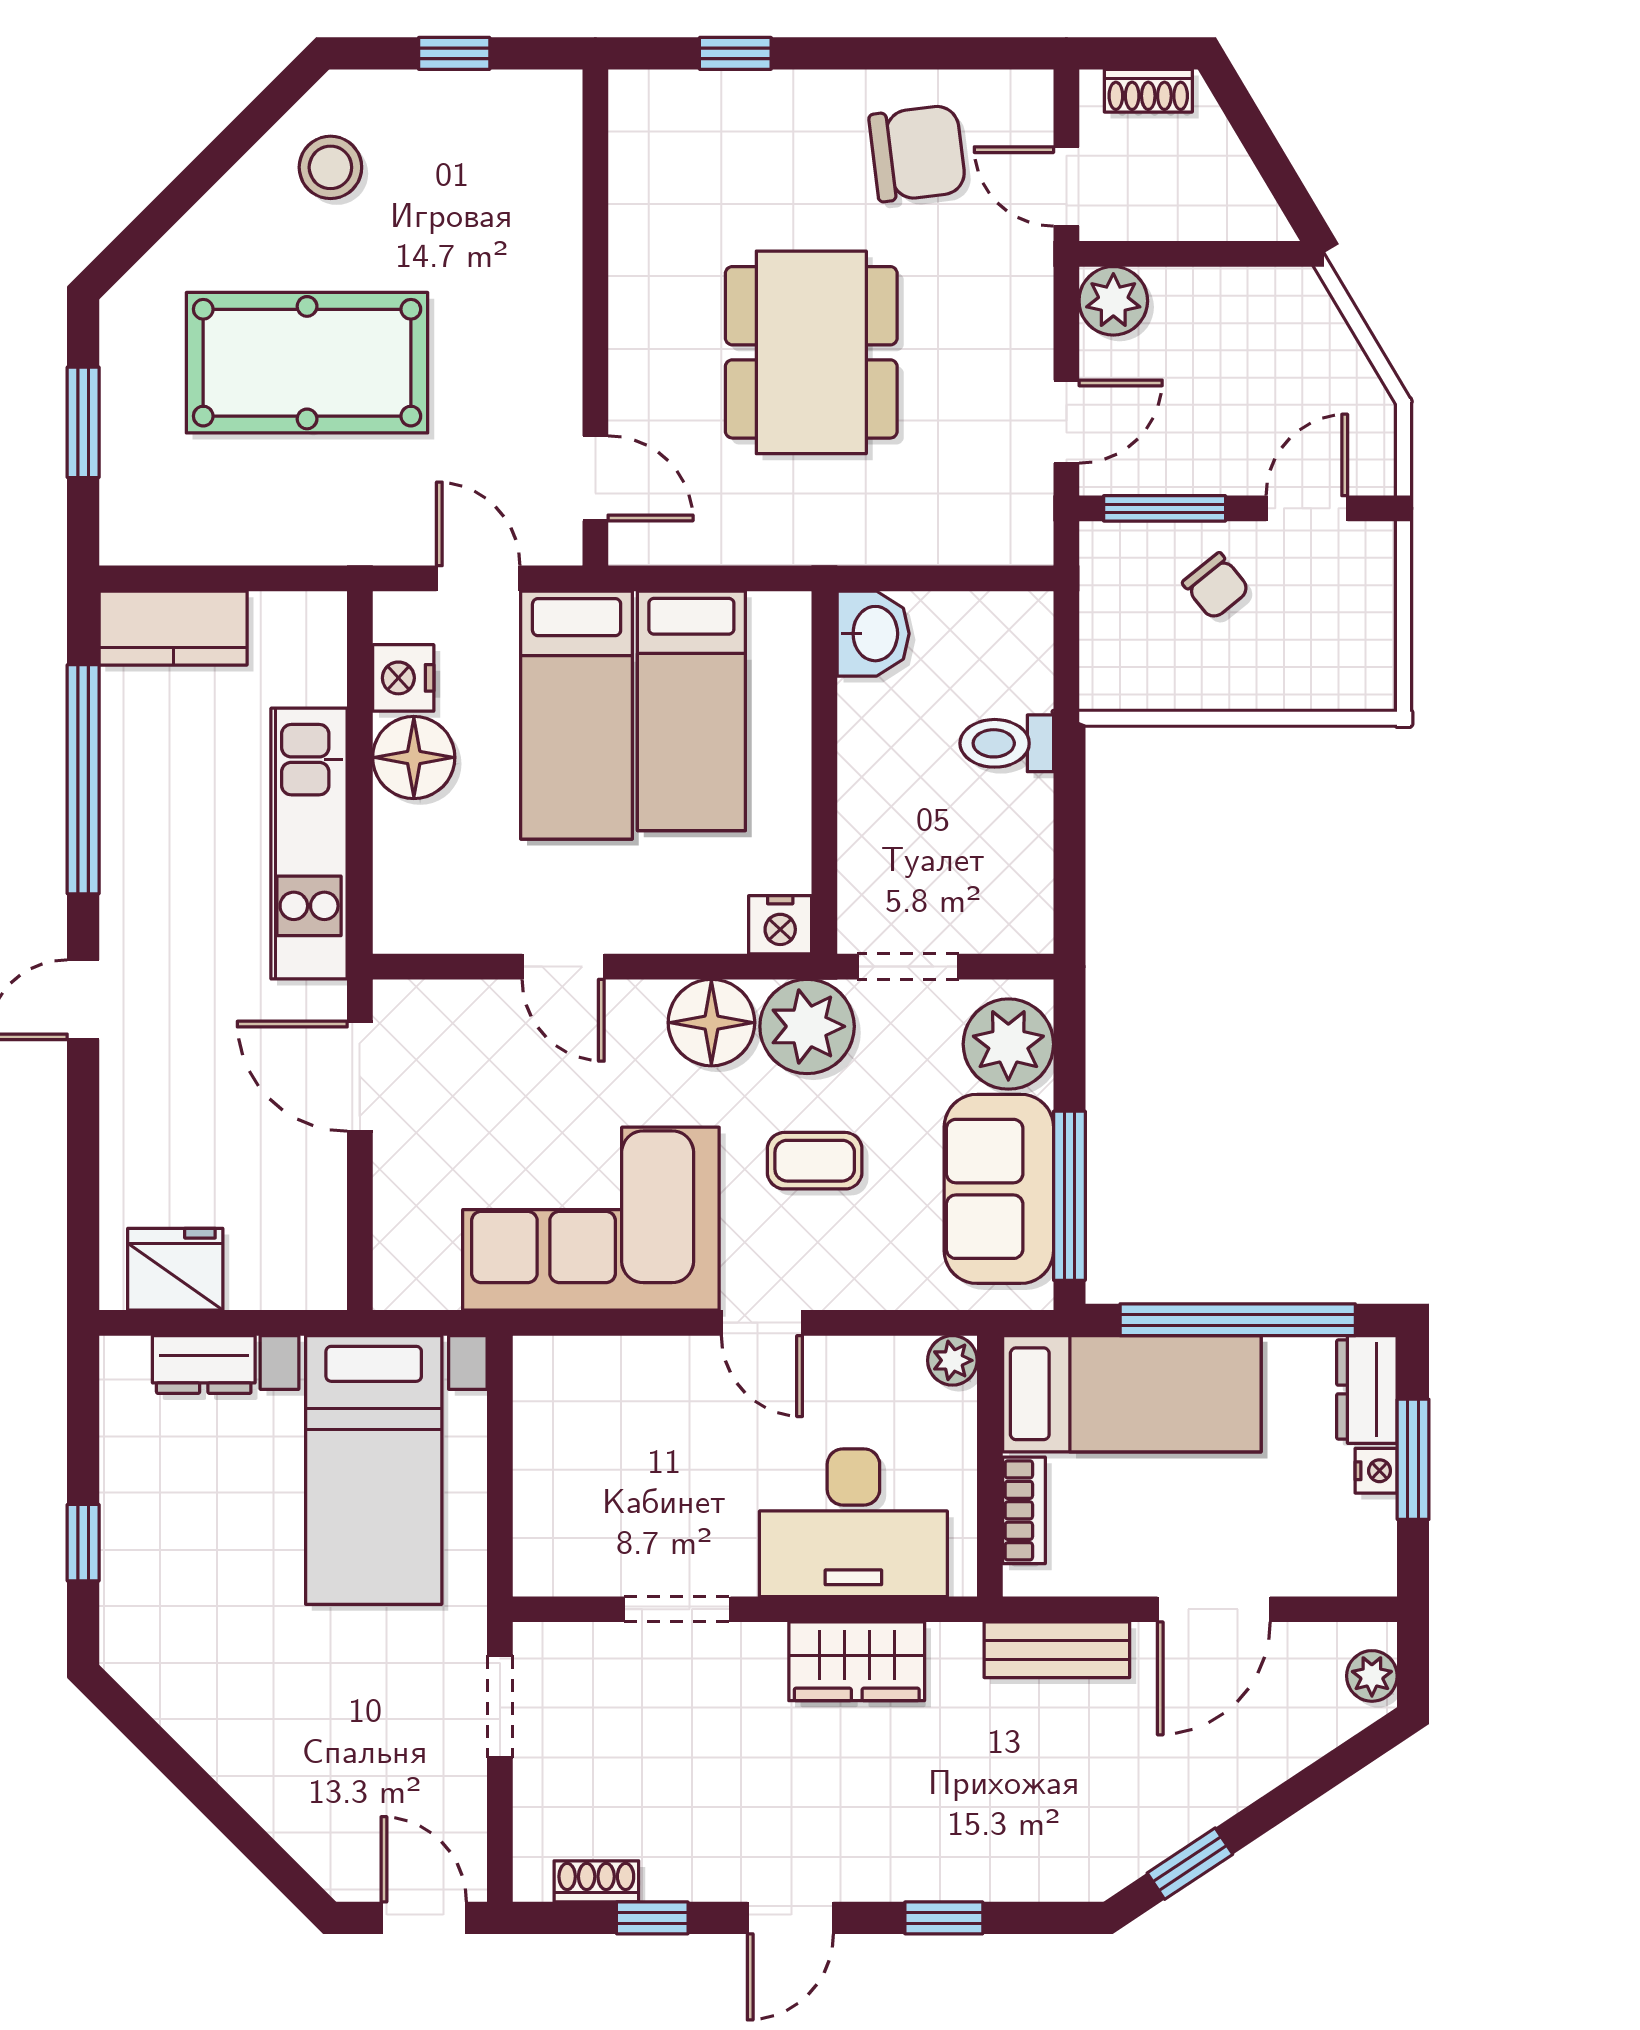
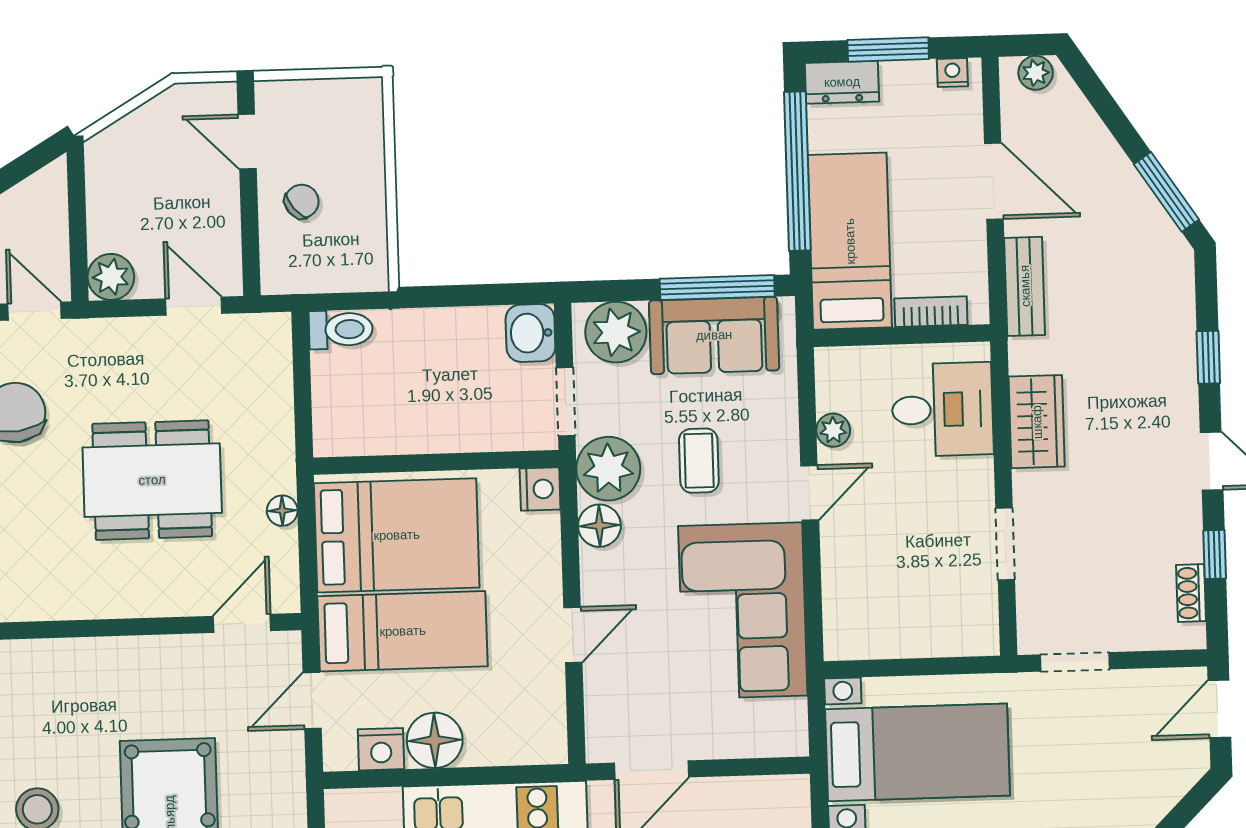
door: (1066, 186) -> (35, 311), swing flipped
window: (1165, 508) -> (250, 238), removed
floor lamp: (760, 543) -> (282, 511), added
washbasin: (873, 634) -> (530, 333), moved, turned -90
bed: (691, 711) -> (397, 535), width x1.50
toilet: (1007, 743) -> (341, 329), moved, turned -90
floor lamp: (711, 1023) -> (599, 526), width x0.73, depth x0.73
plant: (952, 1360) -> (833, 430), moved
nightstand: (1376, 1471) -> (952, 73), moved
desk: (853, 1523) -> (942, 409), width x0.73
window: (1190, 1864) -> (1166, 192), width x1.50

